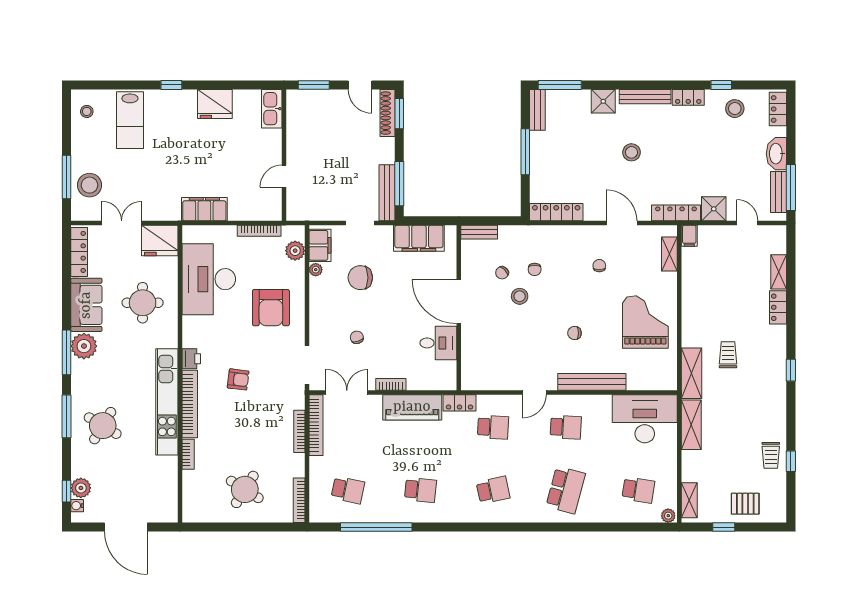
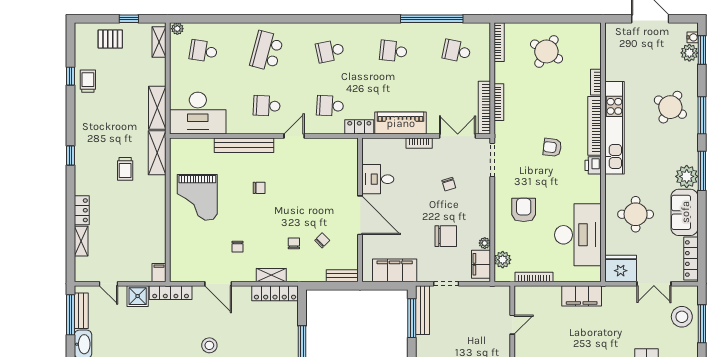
shelving: (669, 254) -> (271, 275), moved, turned 90
stool: (520, 296) -> (307, 220), removed
armchair: (271, 308) -> (524, 210), width x0.73, depth x0.73
double door: (347, 392) -> (458, 136), swing flipped
window: (67, 491) -> (702, 50), width x1.50

